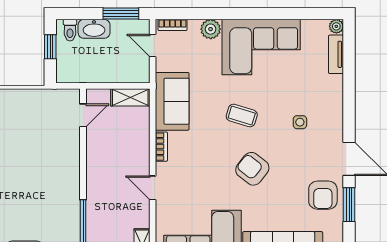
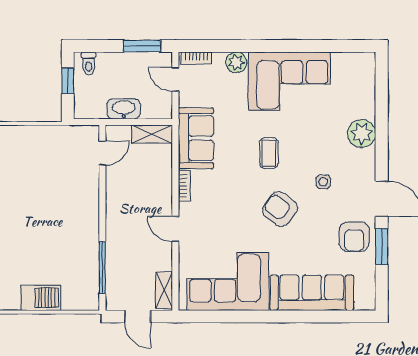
plant: (336, 26) -> (362, 133), moved, width x1.87, depth x1.87
washbasin: (94, 29) -> (124, 109), moved, turned 180
tv unit: (336, 54) -> (368, 89), removed
coffee table: (242, 116) -> (269, 153), turned 73
side table: (300, 122) -> (323, 182), moved

